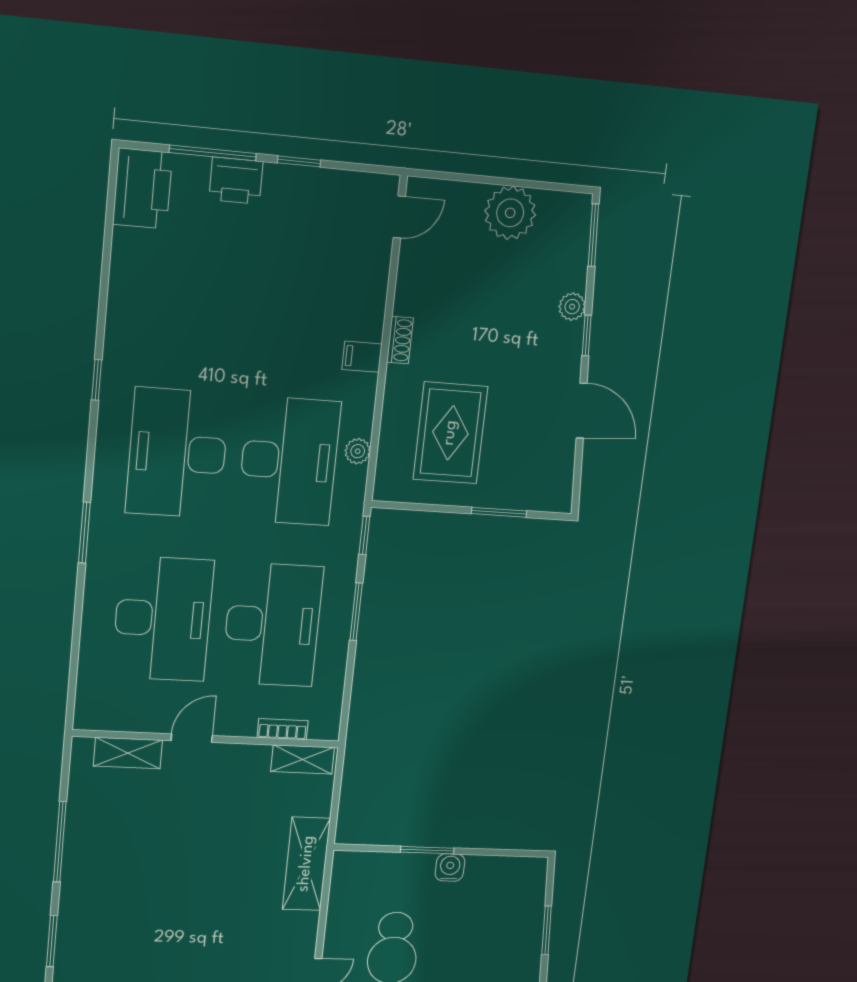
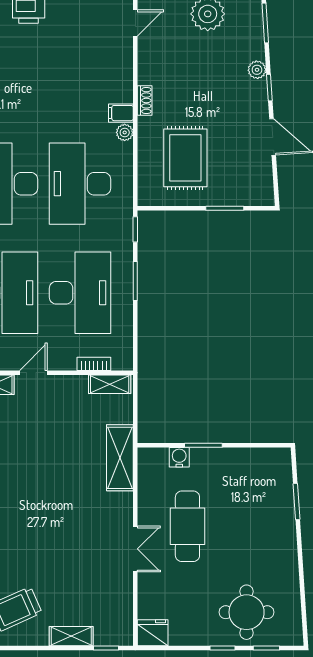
plant: (358, 451) -> (125, 132), moved
desk: (289, 461) -> (80, 184), turned 180
water cooler: (450, 868) -> (179, 457), moved

